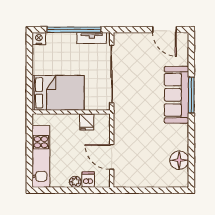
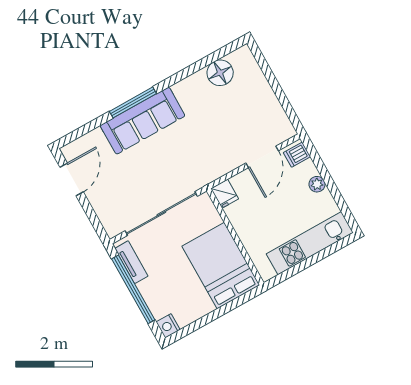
fridge: (87, 122) -> (225, 194), moved, turned 90
dishwasher: (88, 180) -> (297, 155), moved

